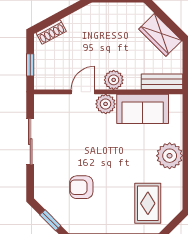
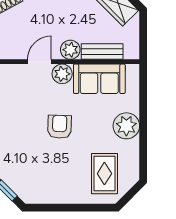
bench: (162, 82) -> (102, 52), moved
armchair: (81, 187) -> (60, 127), moved, turned 92

